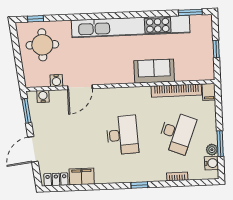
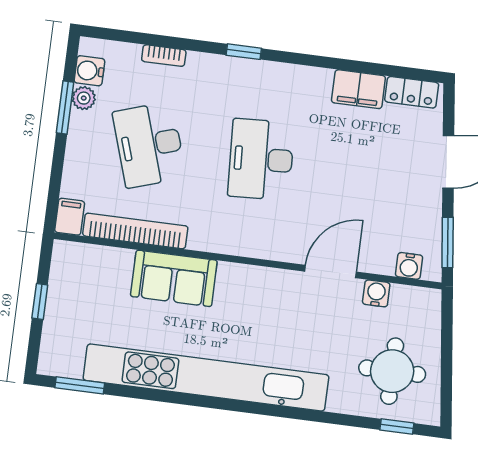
desk: (177, 133) -> (149, 145), turned -39

